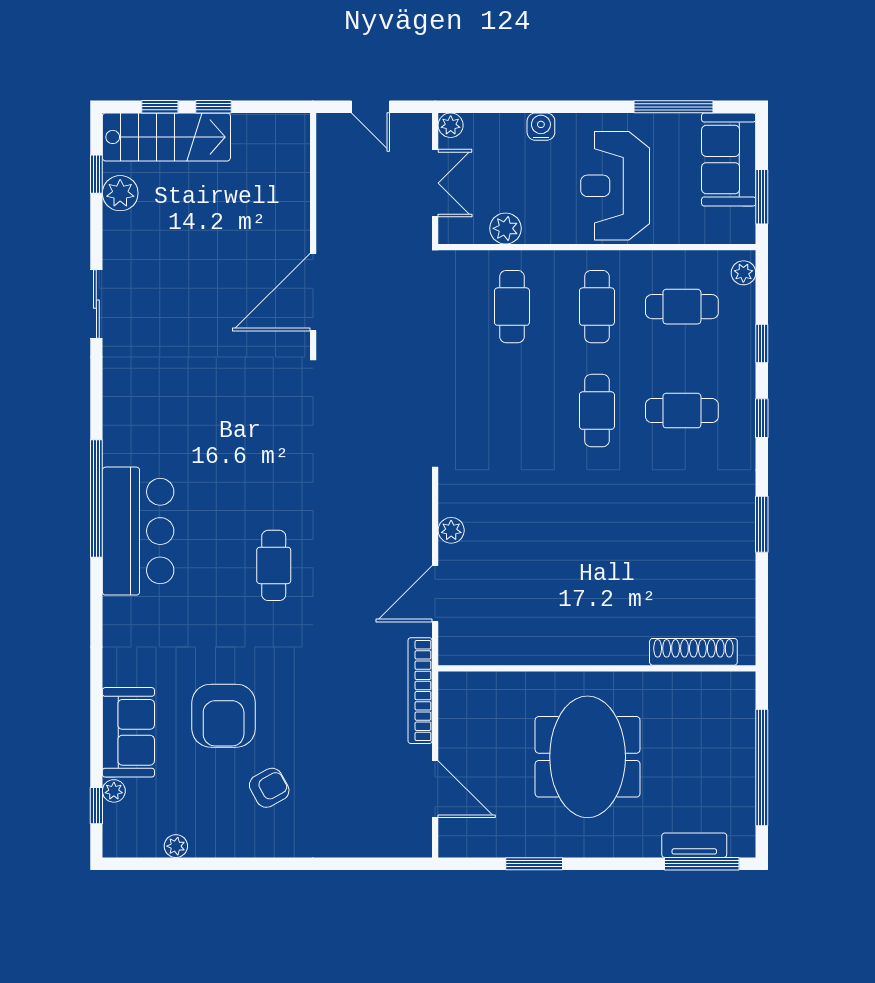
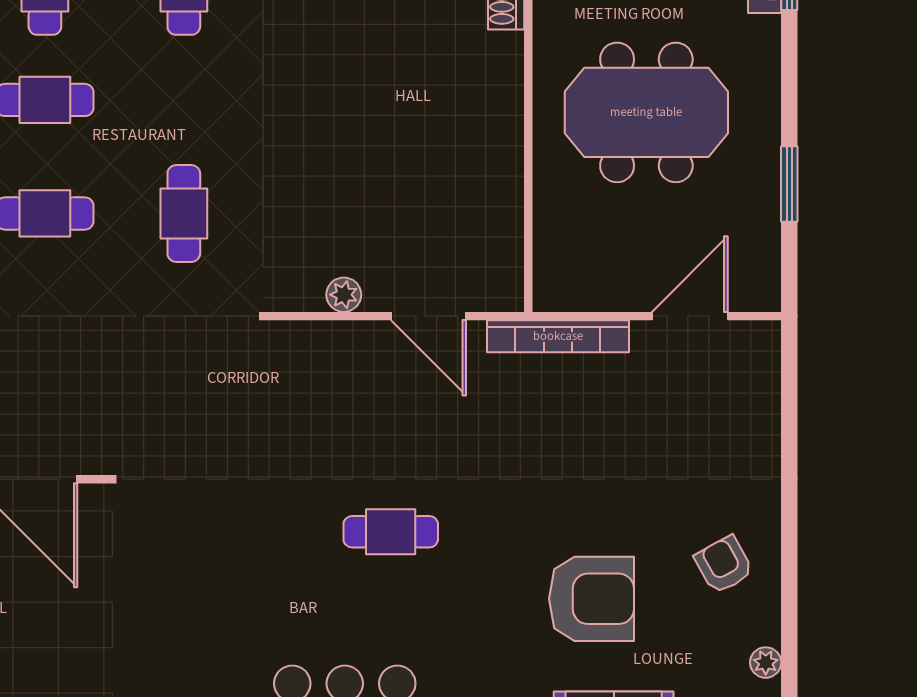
cafe table: (597, 411) -> (184, 213), moved, turned 90
armchair: (269, 788) -> (724, 565), moved

